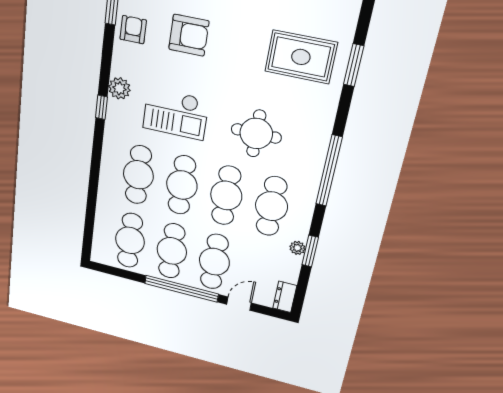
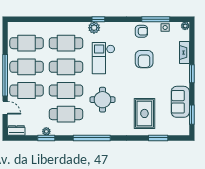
window: (354, 65) -> (158, 138), moved
plant: (119, 88) -> (94, 28), moved

